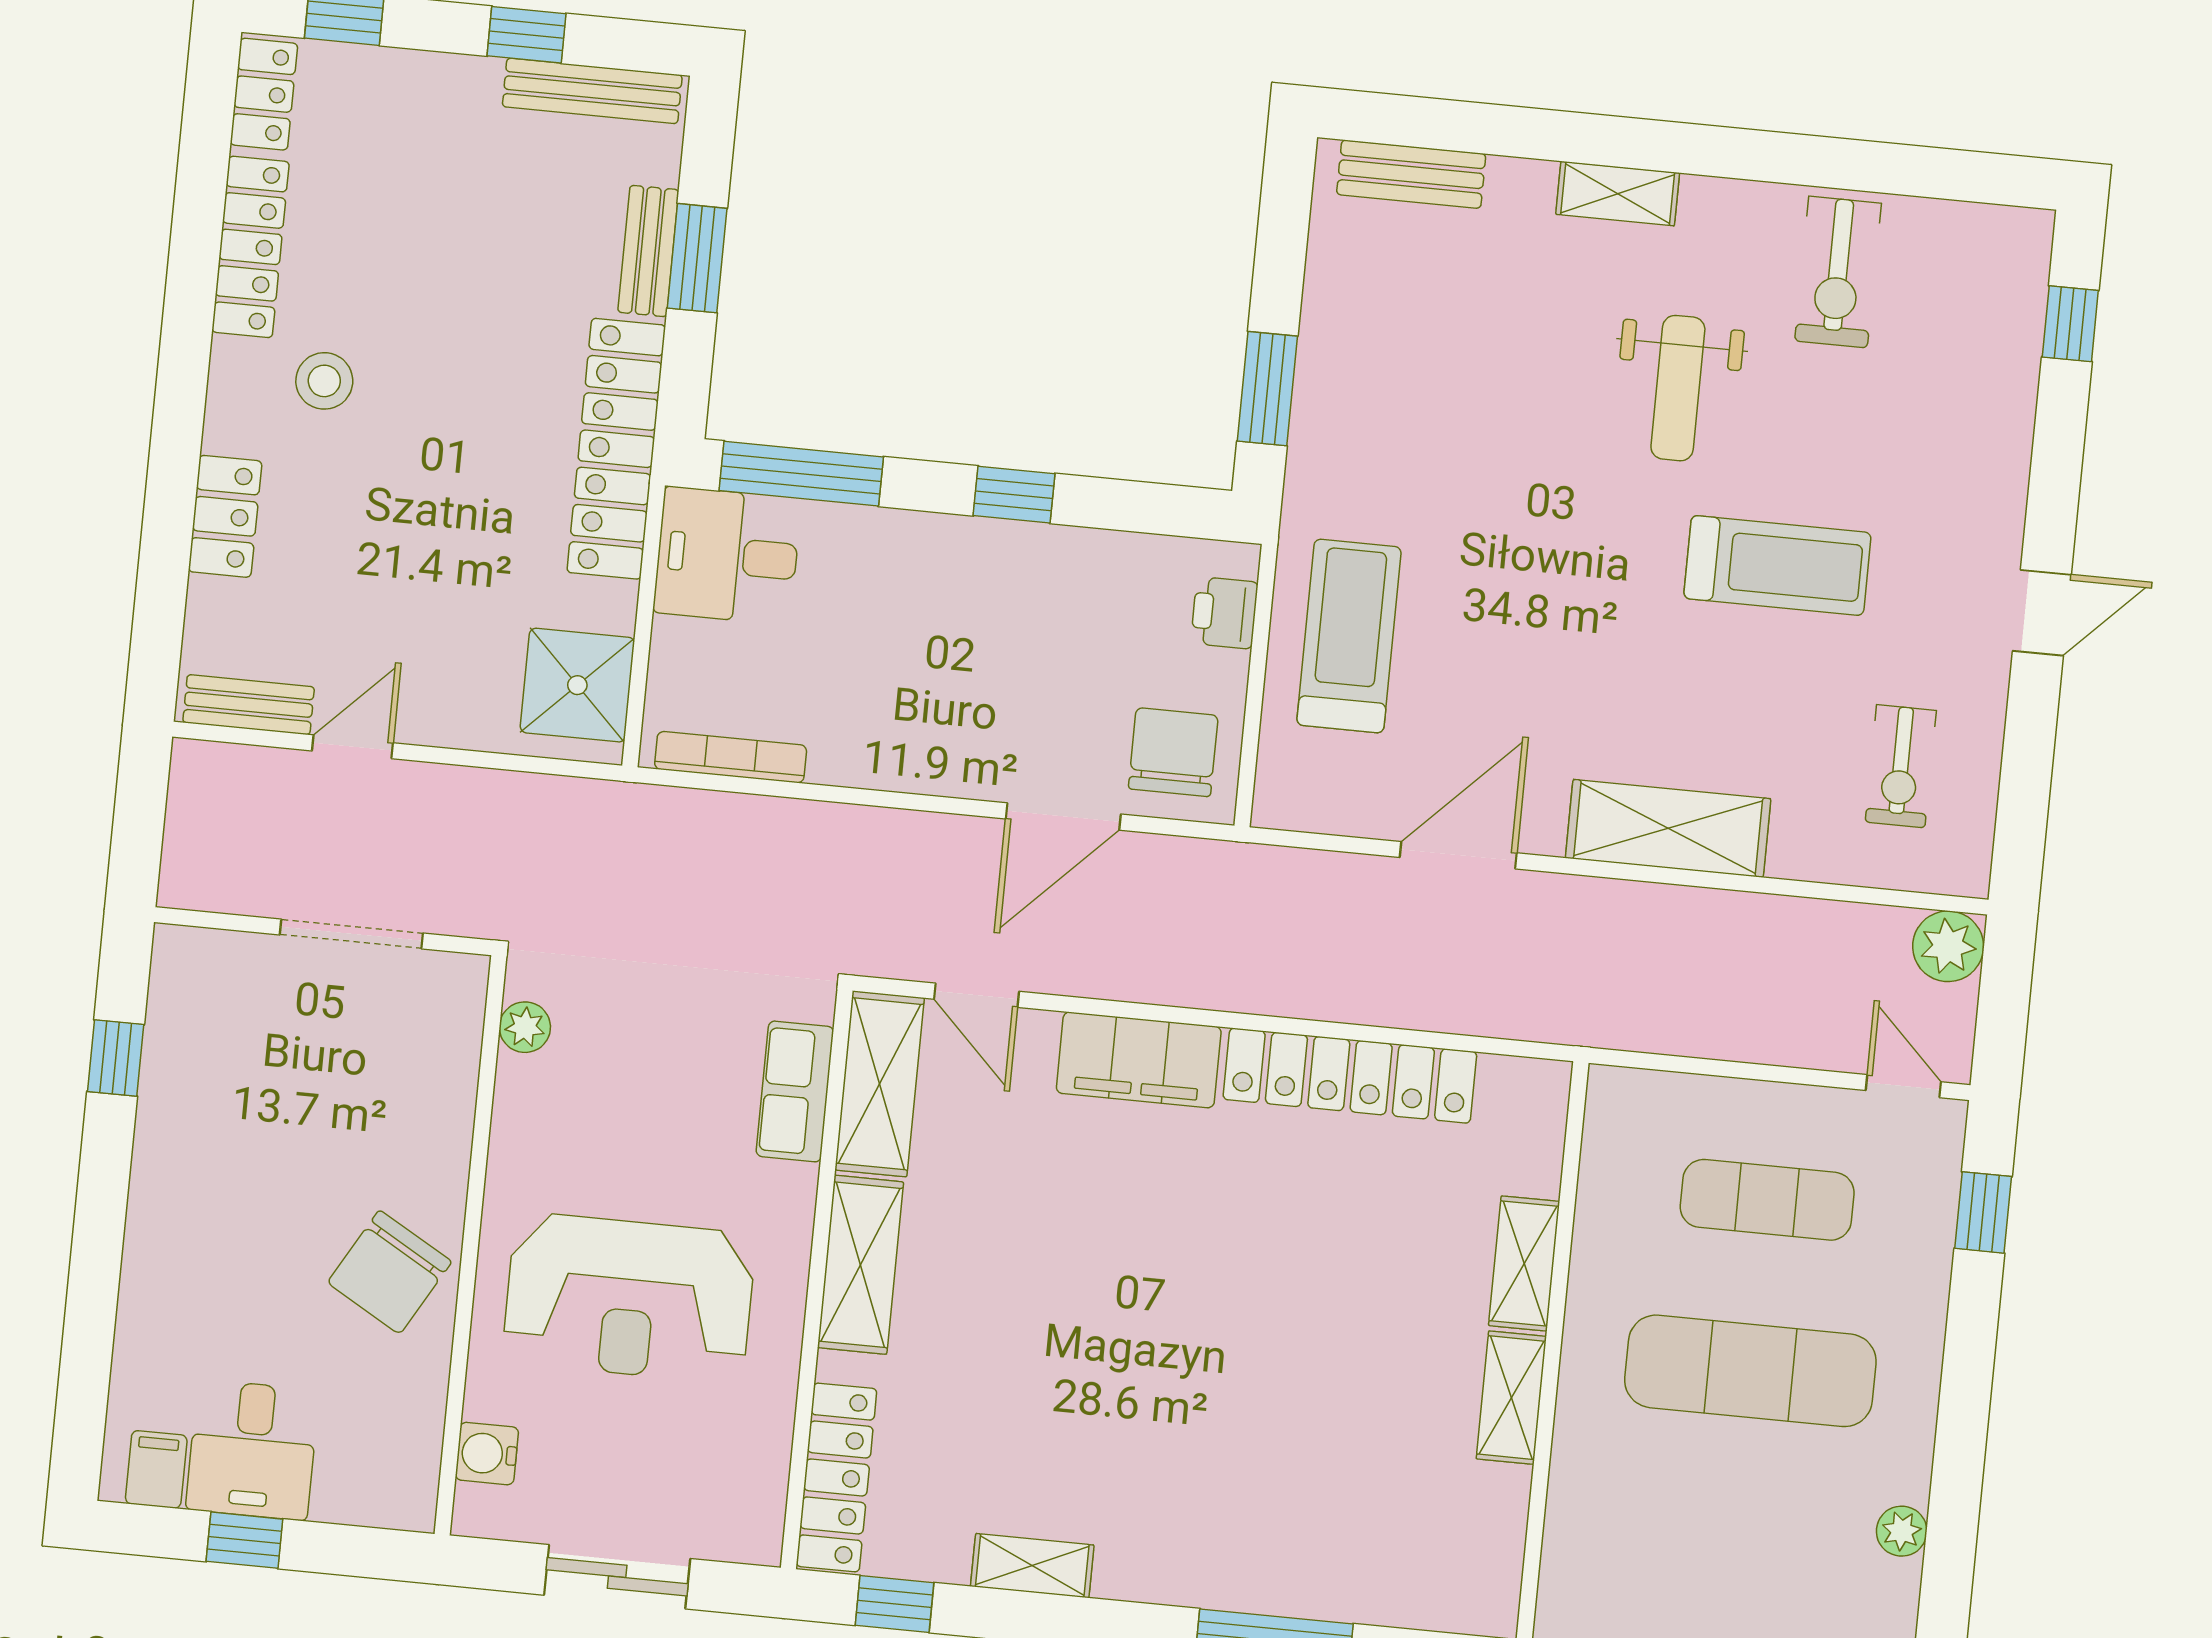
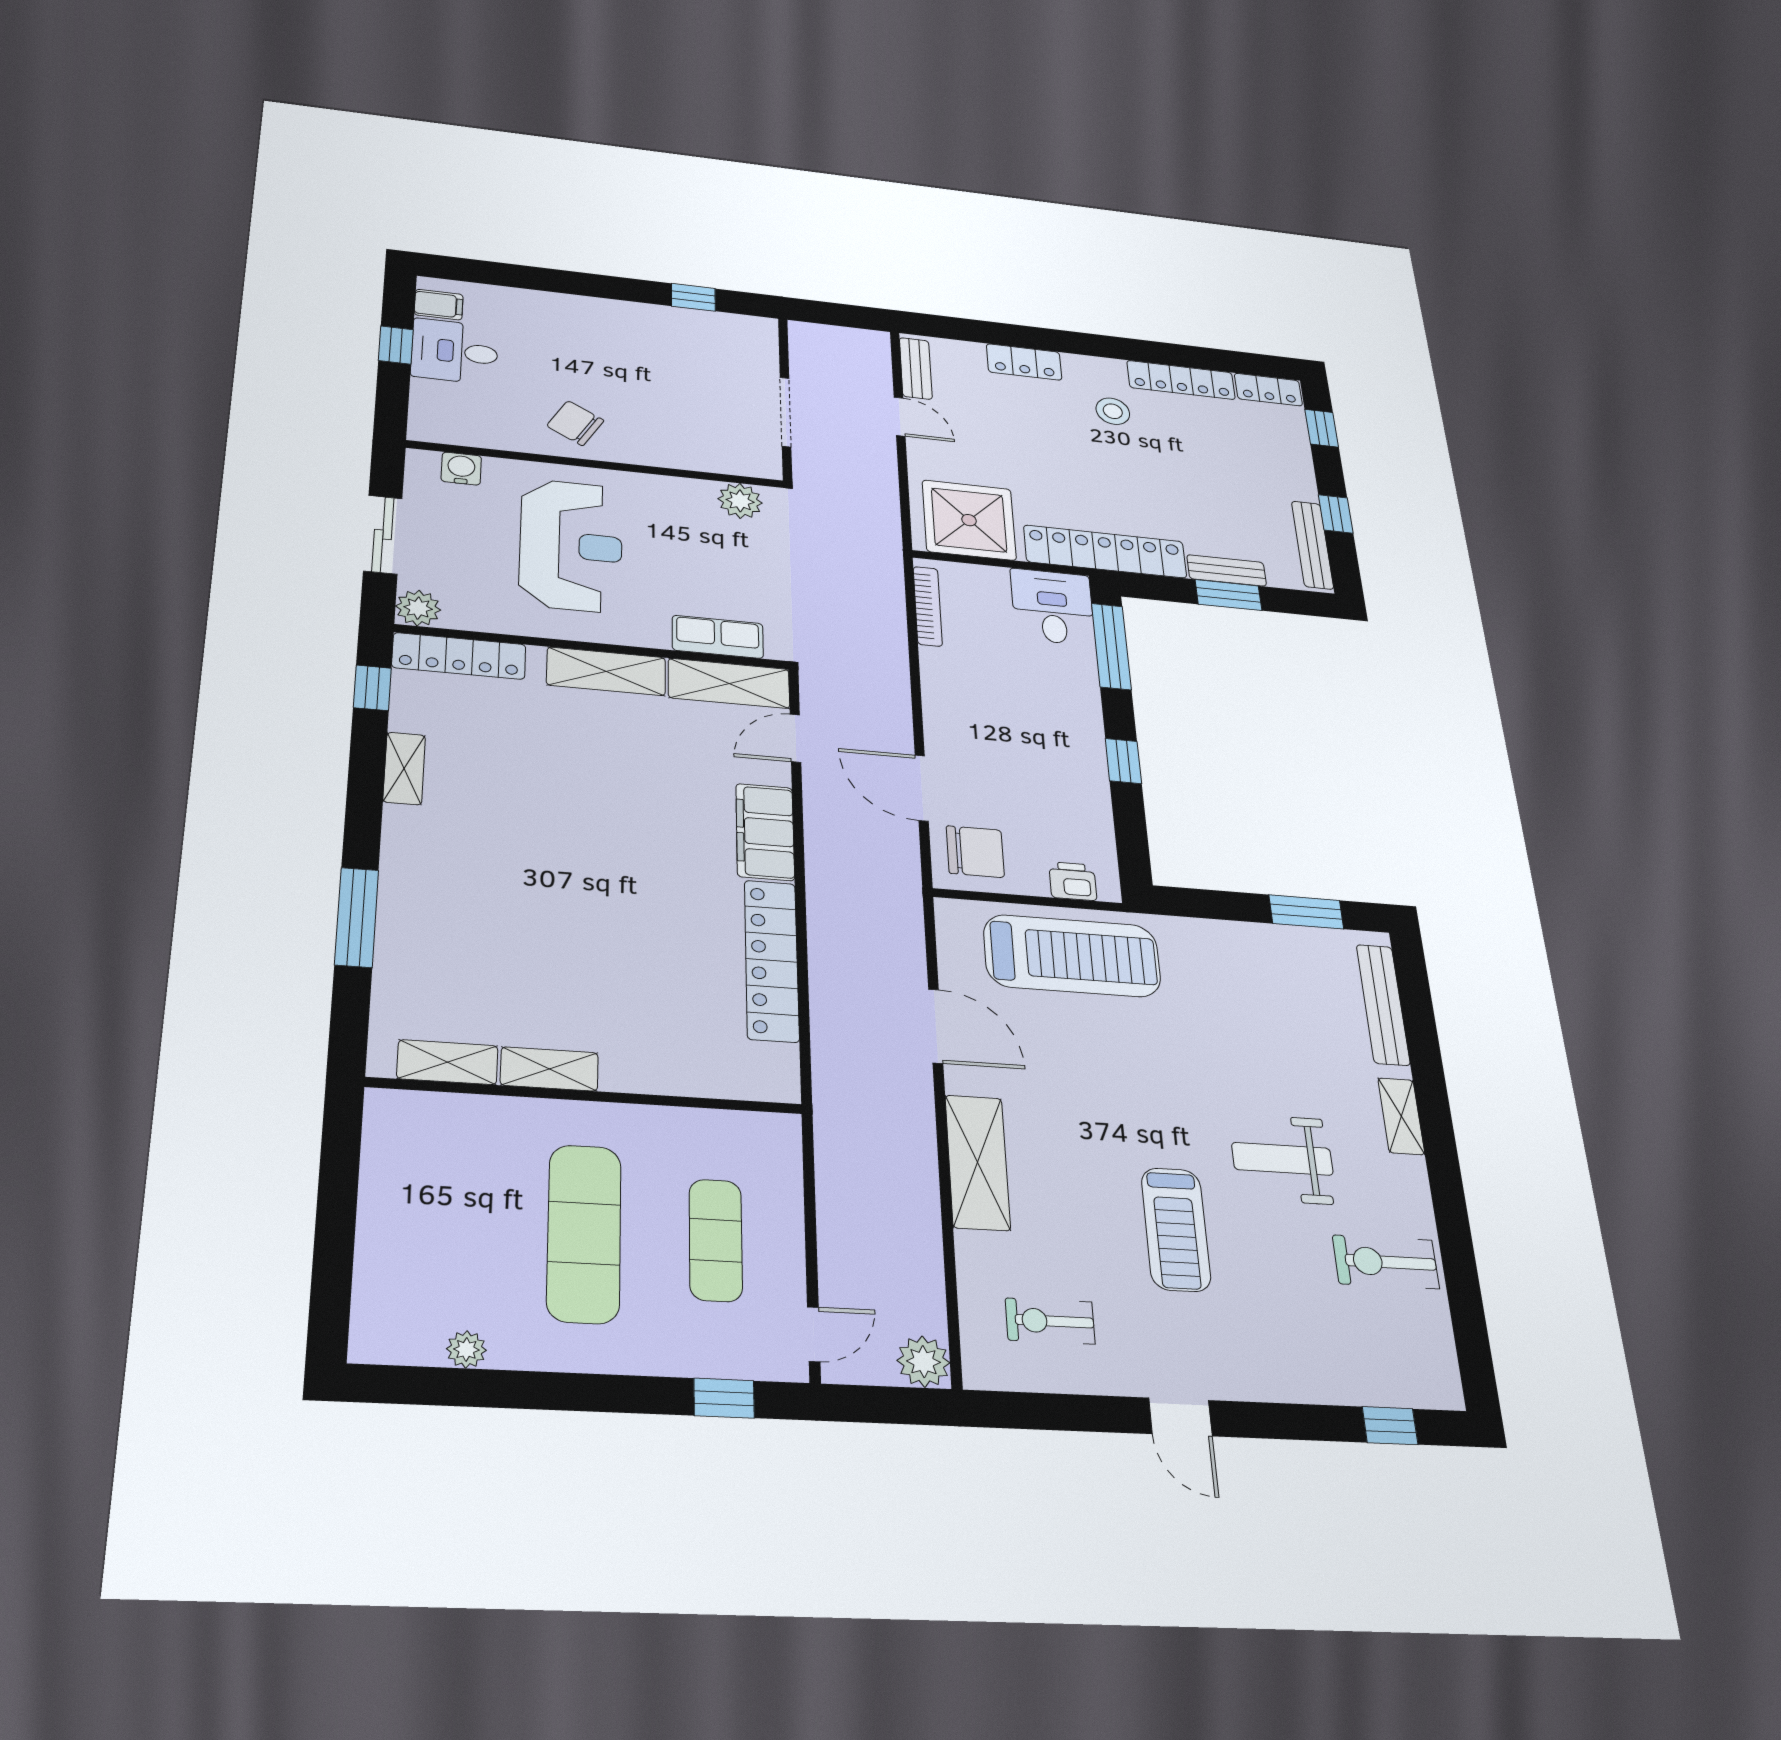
bench: (1411, 174) -> (1383, 1005), width x1.36
window: (1267, 389) -> (1306, 912), moved
treadmill: (1349, 636) -> (1072, 956), width x1.37, depth x1.38
shower: (577, 685) -> (969, 520), width x1.37, depth x1.37
plant: (525, 1027) -> (740, 501), width x1.38, depth x1.38
shelving: (1524, 1264) -> (447, 1062), moved
chair: (390, 1272) -> (575, 423), width x0.73, depth x0.73
reception desk: (629, 1298) -> (571, 545), turned 180
plant: (751, 1532) -> (418, 608), added

